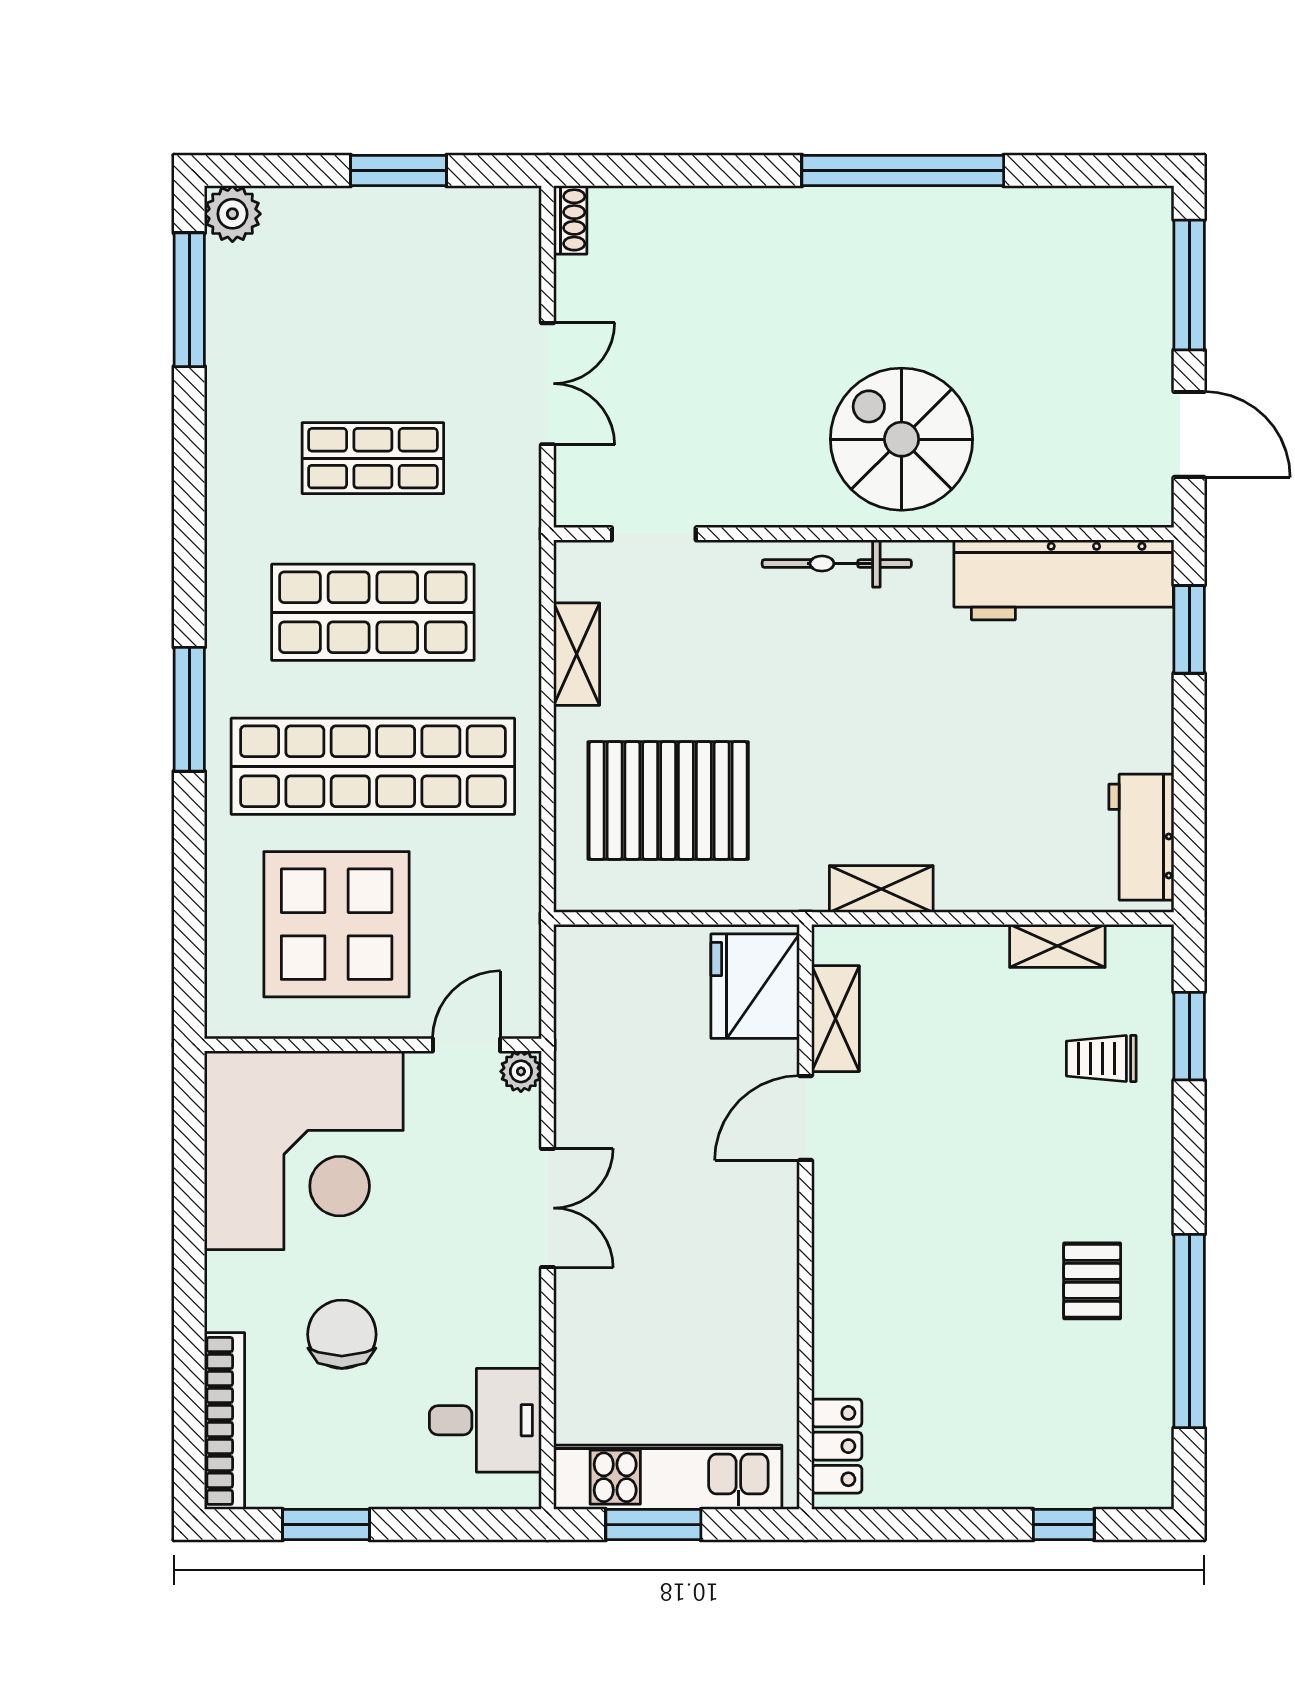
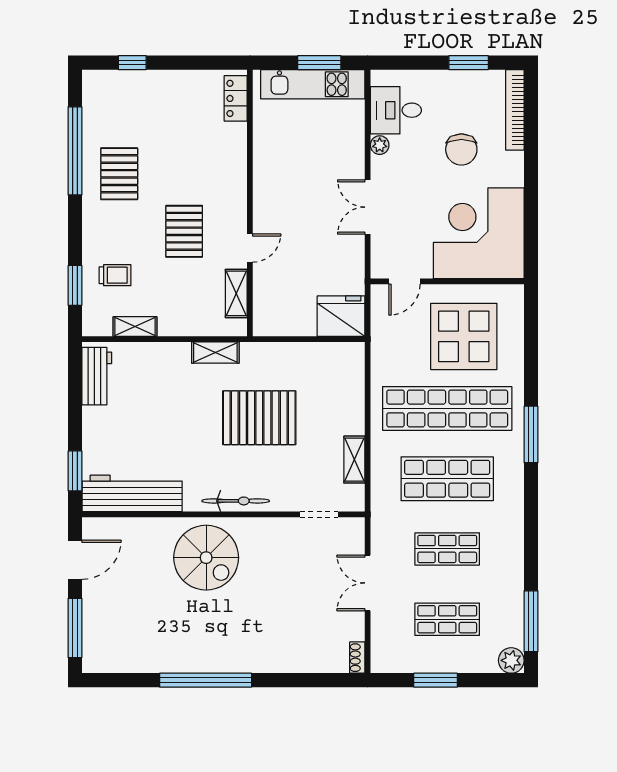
shop shelf: (373, 304) -> (447, 619), added
door: (1189, 434) -> (75, 560), swing flipped
pallet: (668, 801) -> (259, 418), moved
fridge: (755, 986) -> (341, 316), moved, turned -90
plant: (521, 1071) -> (380, 145), moved
door: (806, 1118) -> (250, 248), width x0.73
pallet: (950, 1155) -> (184, 231), added
pallet: (1092, 1281) -> (119, 174), width x1.50, depth x1.42

